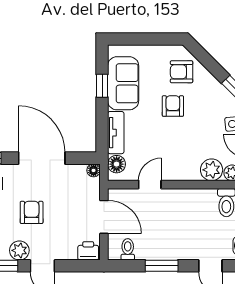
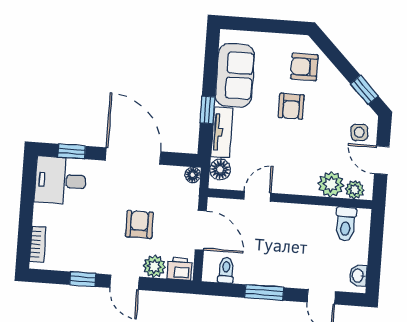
window: (102, 86) -> (207, 110), moved
armchair: (173, 106) -> (291, 106), turned 180
armchair: (32, 212) -> (139, 224), moved
plant: (19, 250) -> (154, 266), moved

